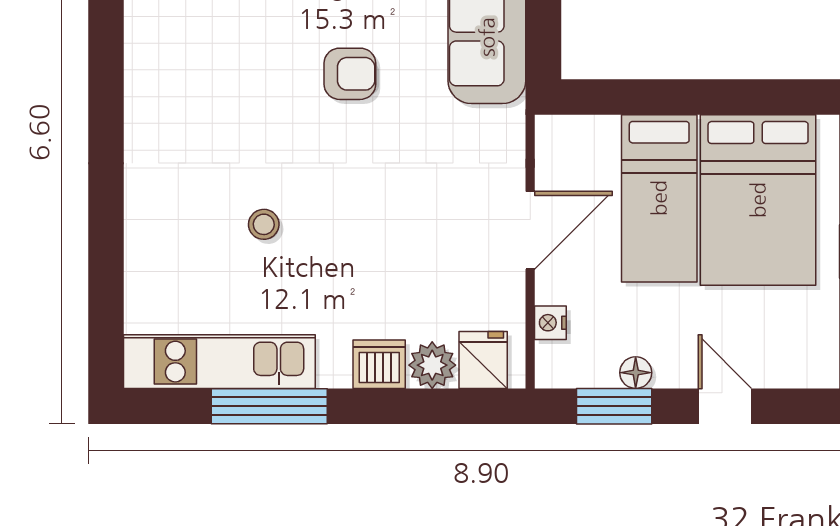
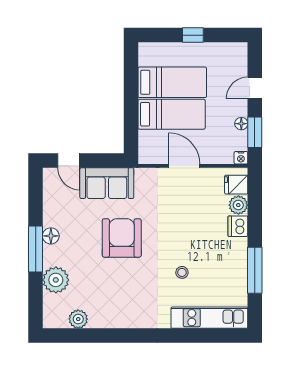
armchair: (350, 74) -> (122, 238), width x1.88, depth x1.88
bed: (758, 200) -> (172, 82), width x0.67
nightstand: (550, 323) -> (241, 158), moved
kitchen unit: (219, 362) -> (209, 318), moved, turned 90

